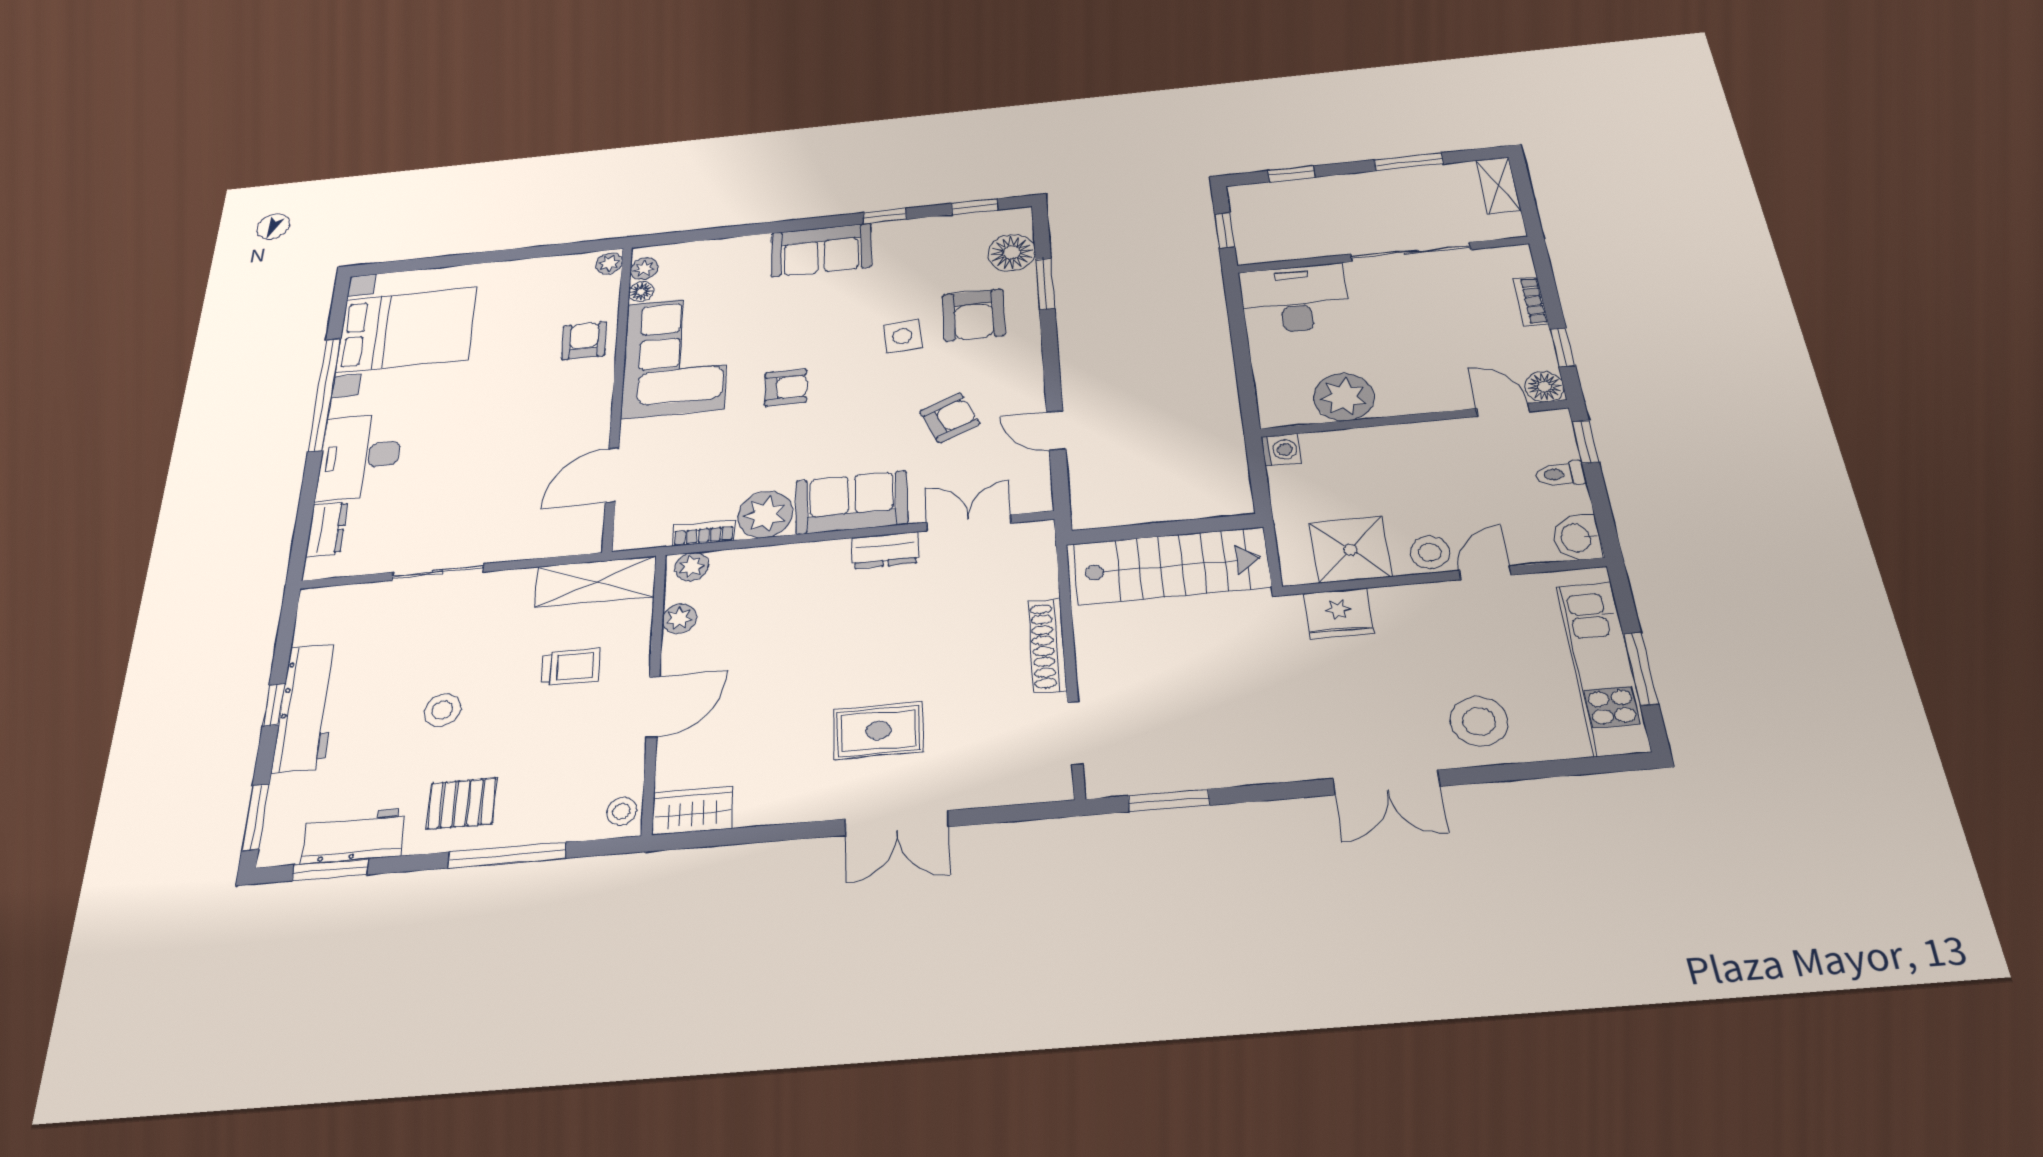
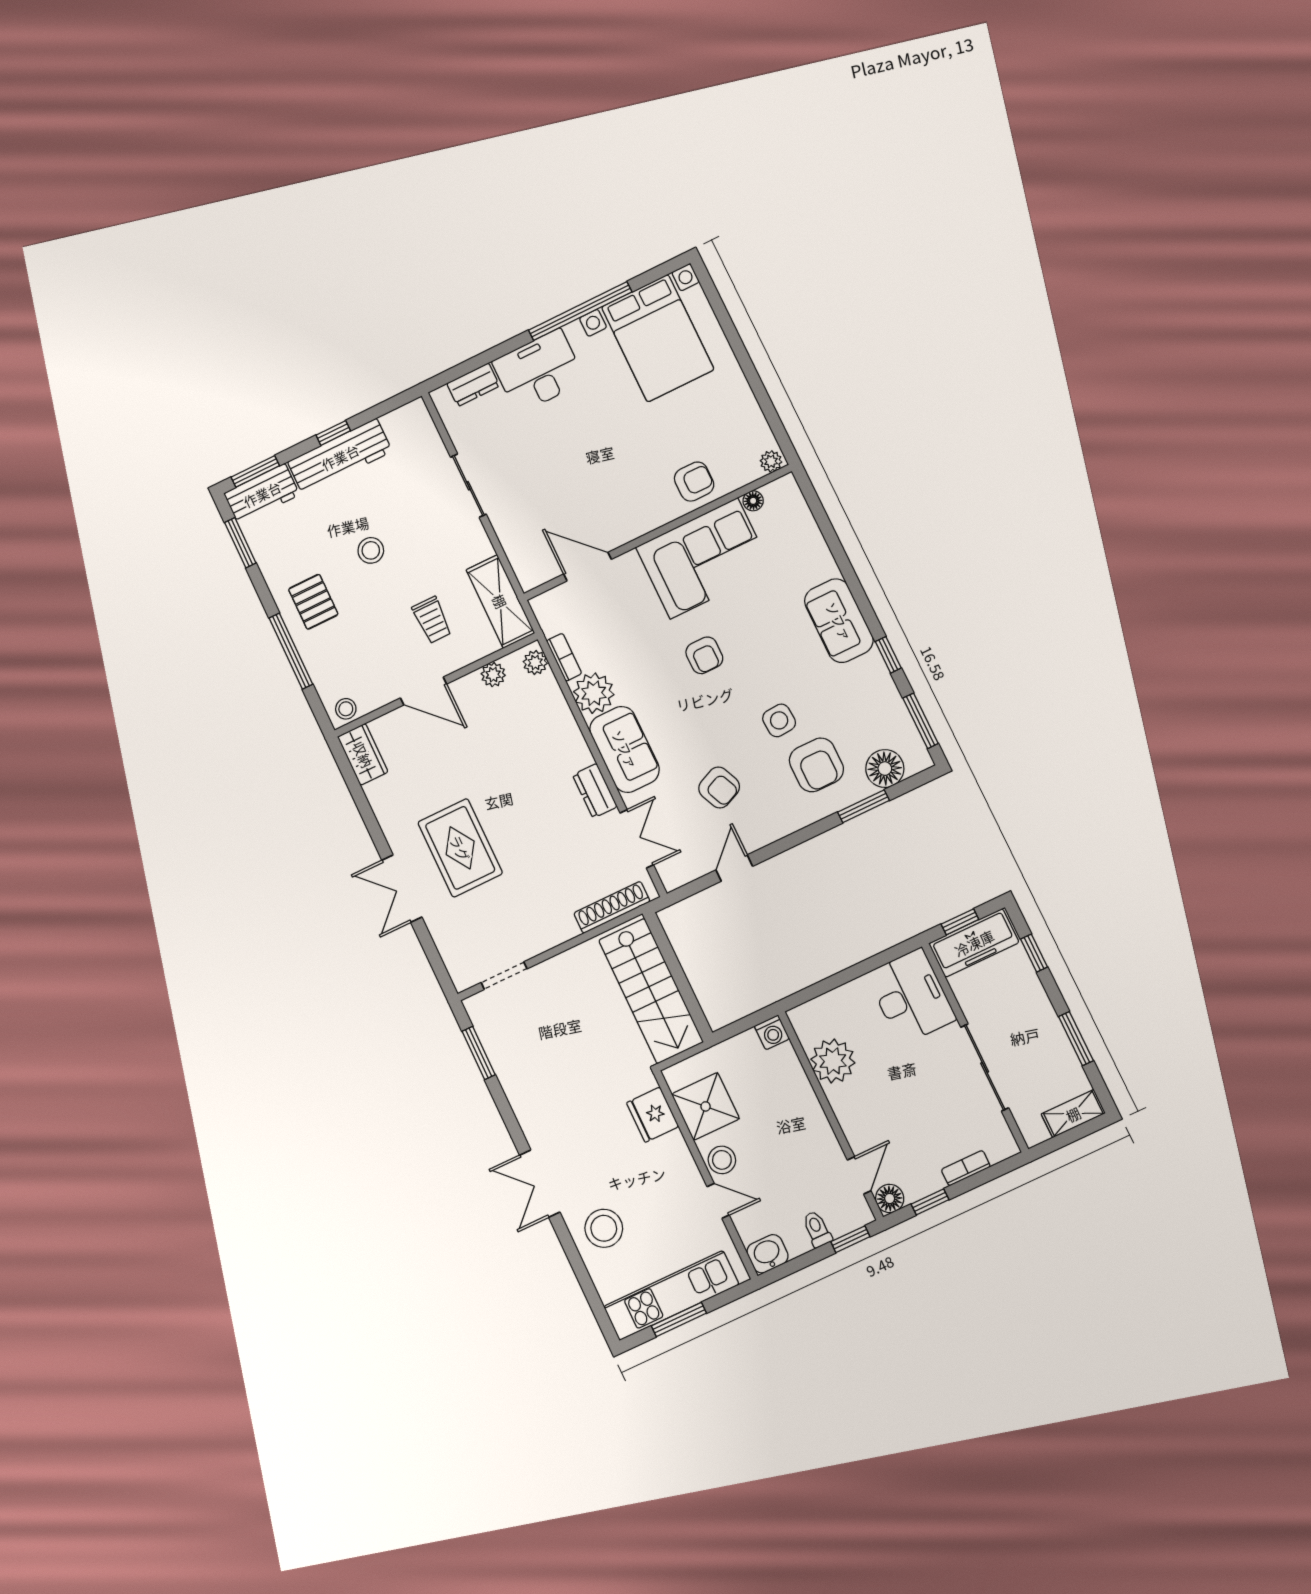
window: (975, 207) -> (921, 721), width x1.50
freezer: (1255, 224) -> (974, 943), added
plant: (644, 269) -> (775, 492), removed
armchair: (974, 315) -> (816, 765), turned -90
shoe rack: (1047, 646) -> (612, 907), moved
rug: (878, 731) -> (460, 848), width x1.36, depth x1.43
workbench: (354, 836) -> (262, 494), moved, turned 90

